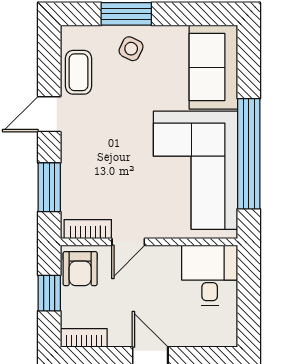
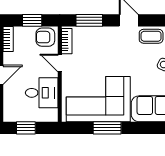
window: (249, 154) -> (107, 128), width x0.47
desk: (210, 275) -> (42, 93), moved
window: (249, 305) -> (26, 128), added

